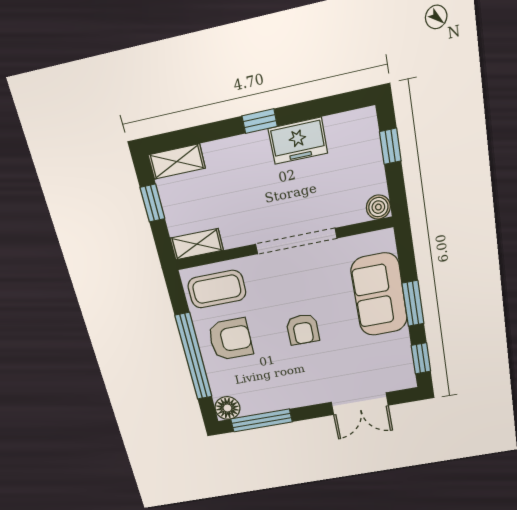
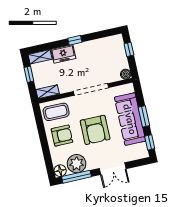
freezer: (298, 141) -> (63, 54), moved
sofa: (379, 295) -> (130, 119), width x1.36
armchair: (303, 329) -> (95, 130), width x1.88, depth x1.88
window: (194, 357) -> (45, 145), removed
plant: (262, 396) -> (77, 164), added
double door: (360, 404) -> (113, 169), moved

